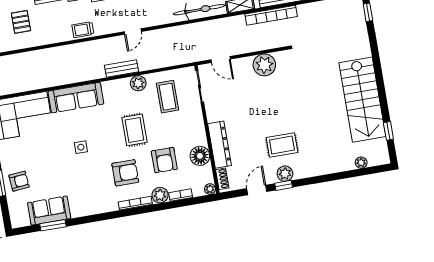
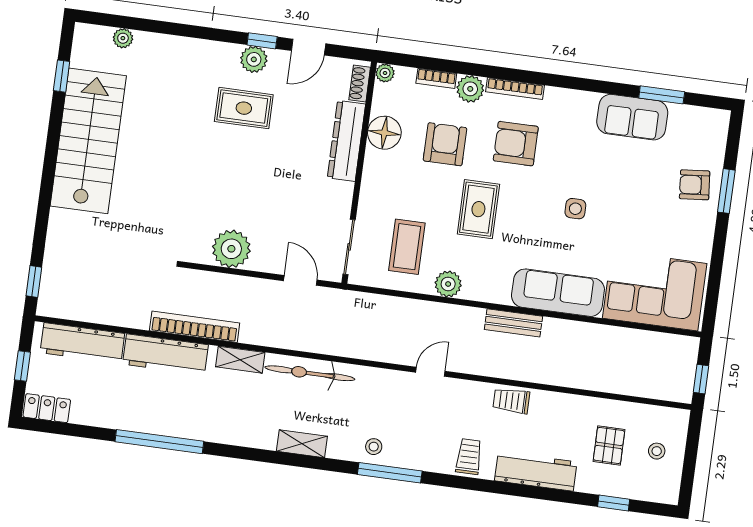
trolley: (83, 30) -> (511, 401), turned 180
bench: (121, 69) -> (513, 323), moved
sofa: (49, 211) -> (632, 117), moved

